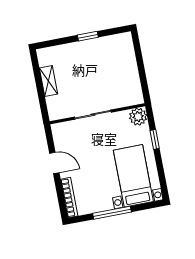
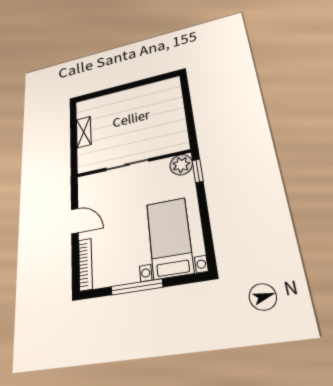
window: (88, 36) -> (132, 85), removed
window: (155, 139) -> (198, 171), moved

